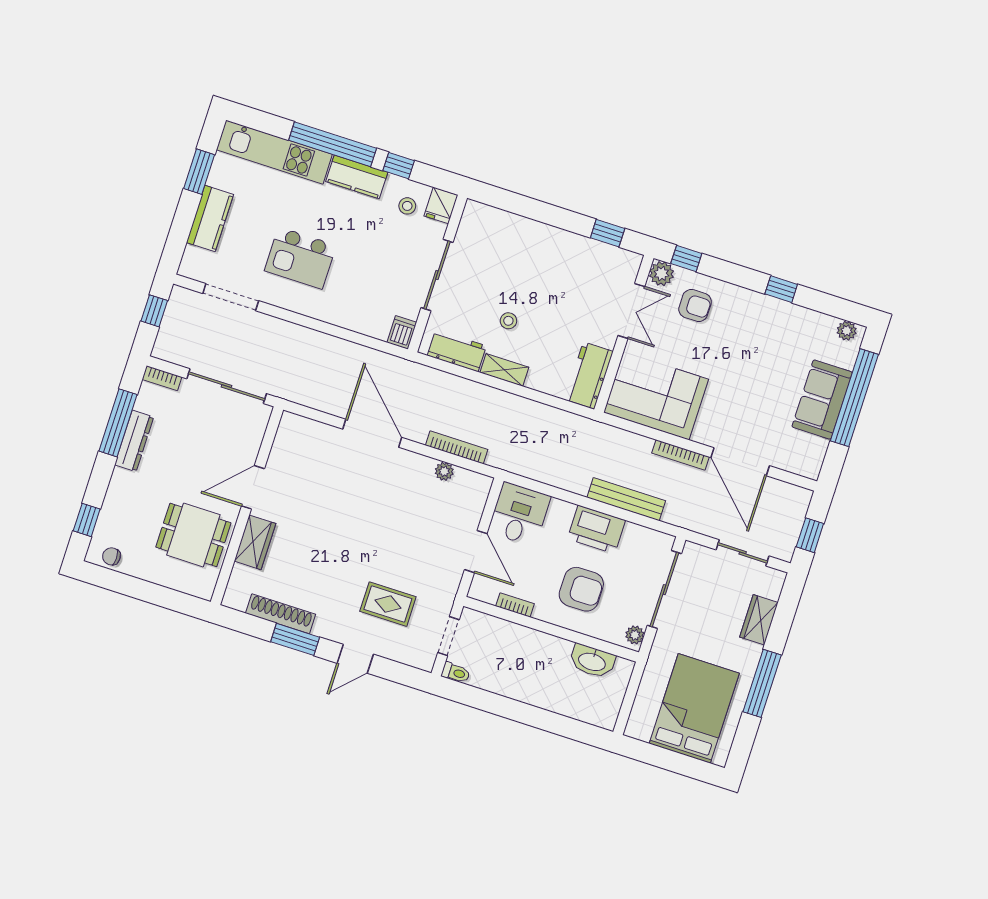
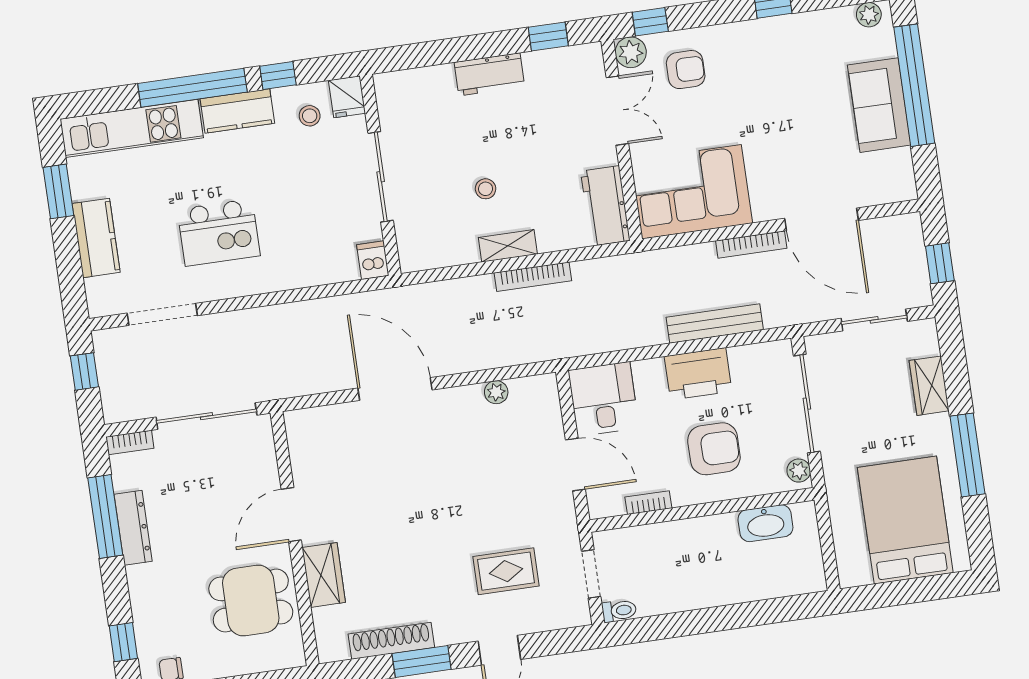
workbench: (457, 351) -> (489, 74), moved, turned 180
bookcase: (457, 447) -> (533, 277), moved, turned 180

